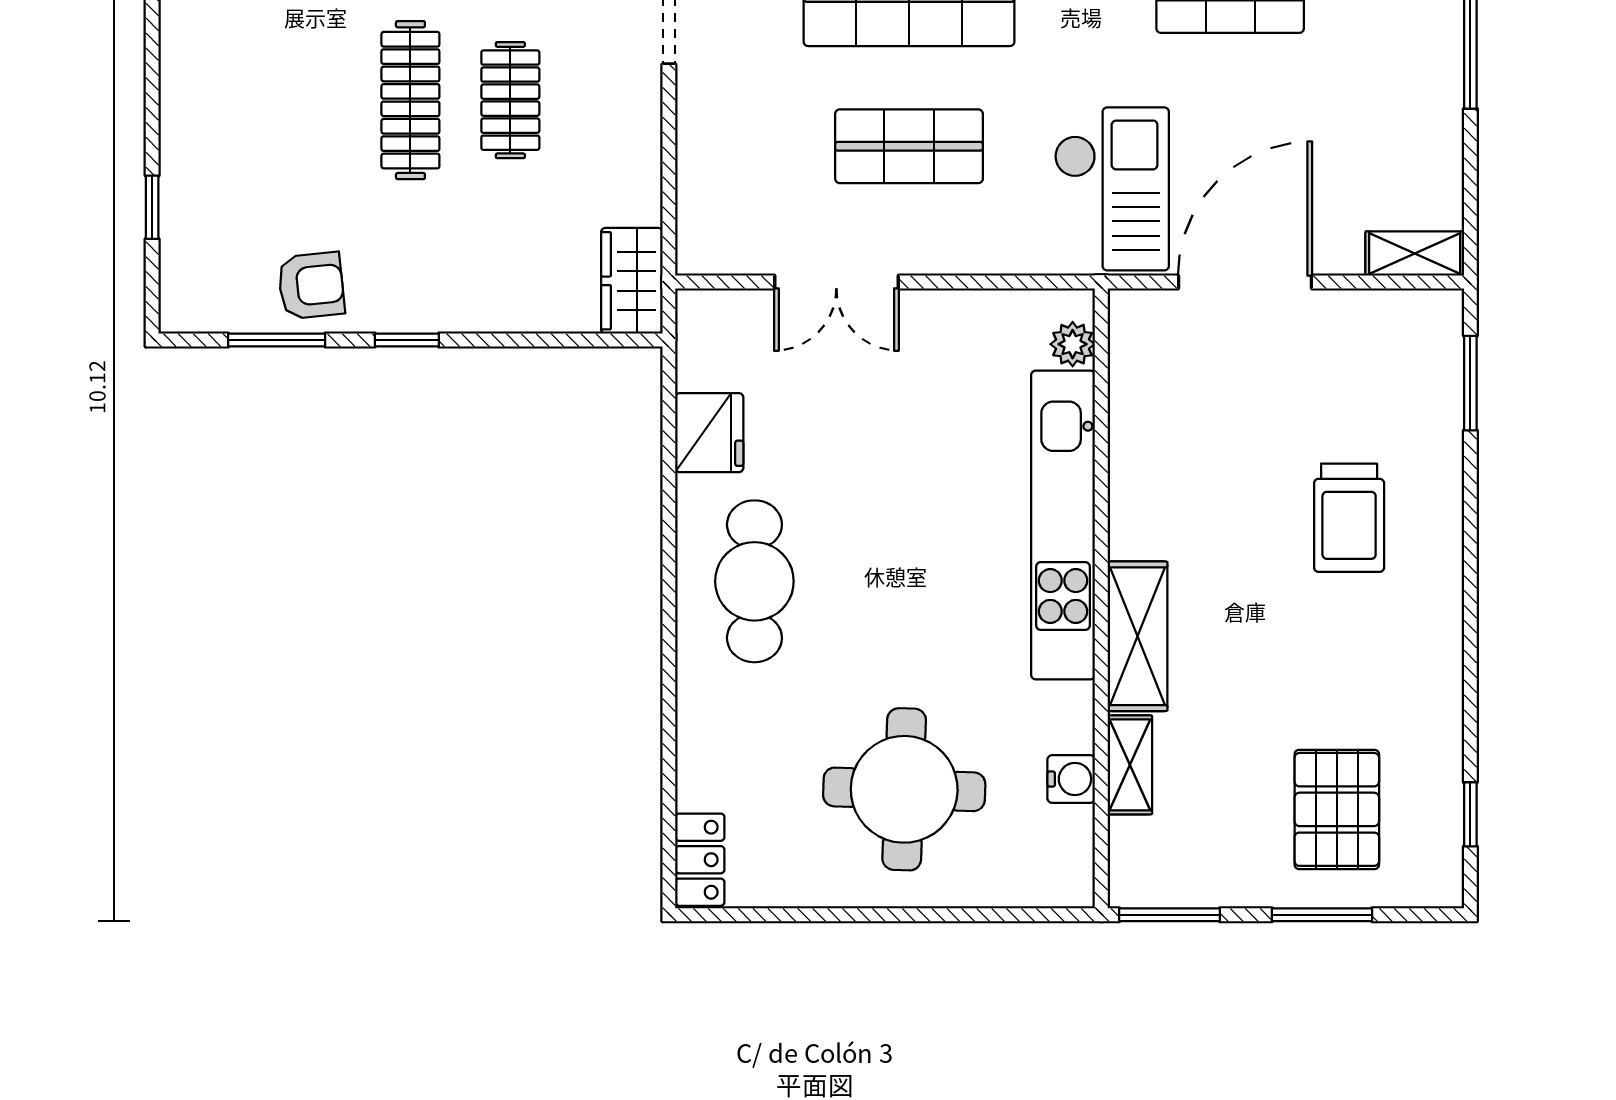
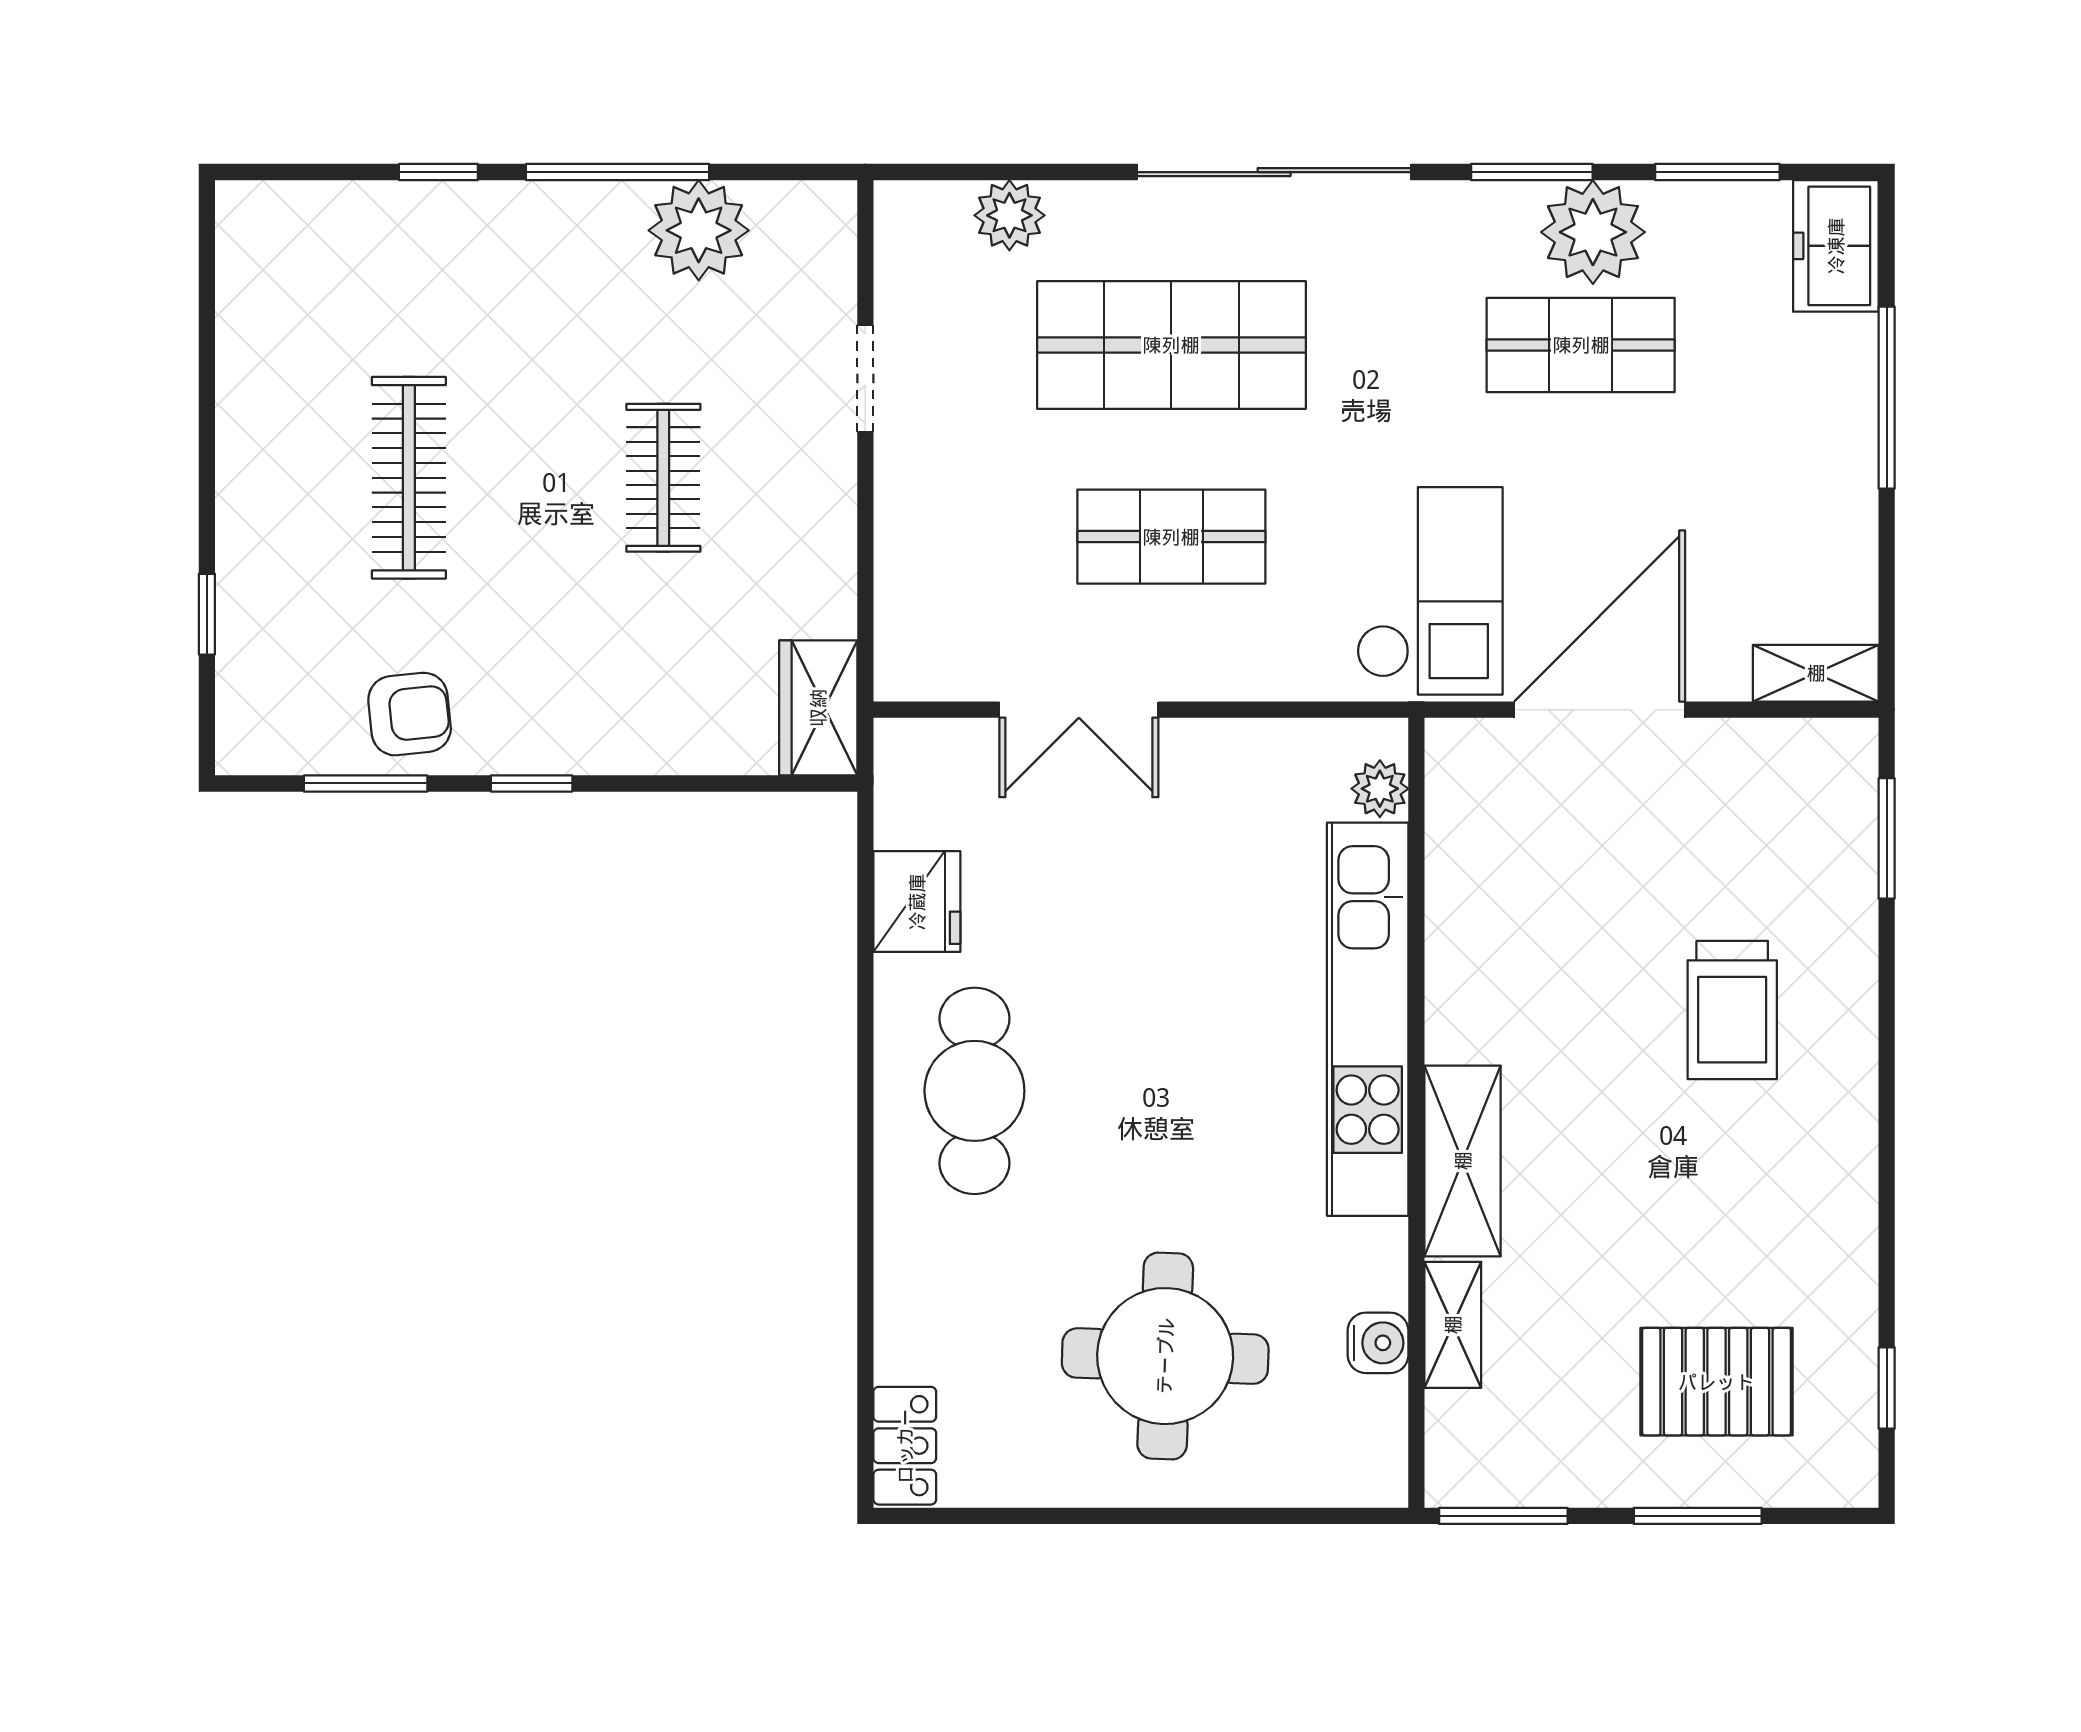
clothes rail: (410, 100) -> (409, 478), moved
pallet: (1337, 809) -> (1716, 1382), turned 90

